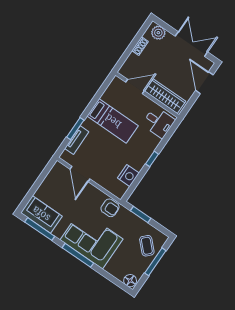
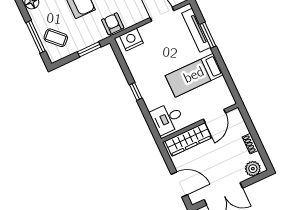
tv unit: (77, 140) -> (196, 30), width x1.41
nightstand: (128, 176) -> (131, 40), moved, turned 90
armchair: (110, 208) -> (113, 24), turned 90

